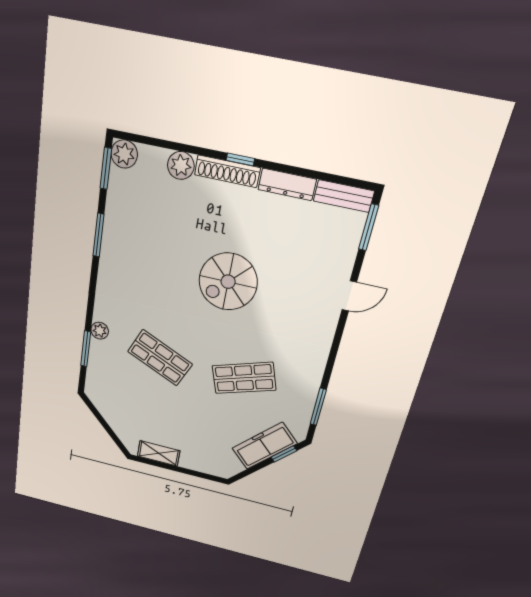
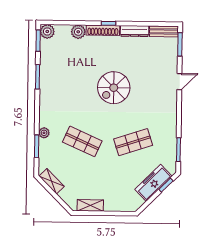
shelving: (104, 406) -> (52, 181), added

